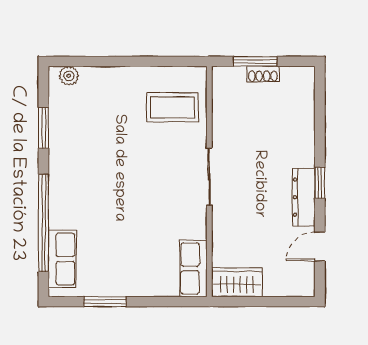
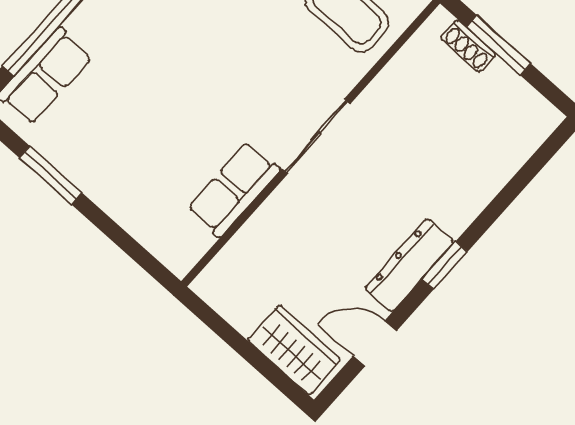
shoe rack: (263, 74) -> (468, 46), moved
row of seats: (193, 268) -> (234, 189), moved
wardrobe: (237, 282) -> (294, 350), moved

